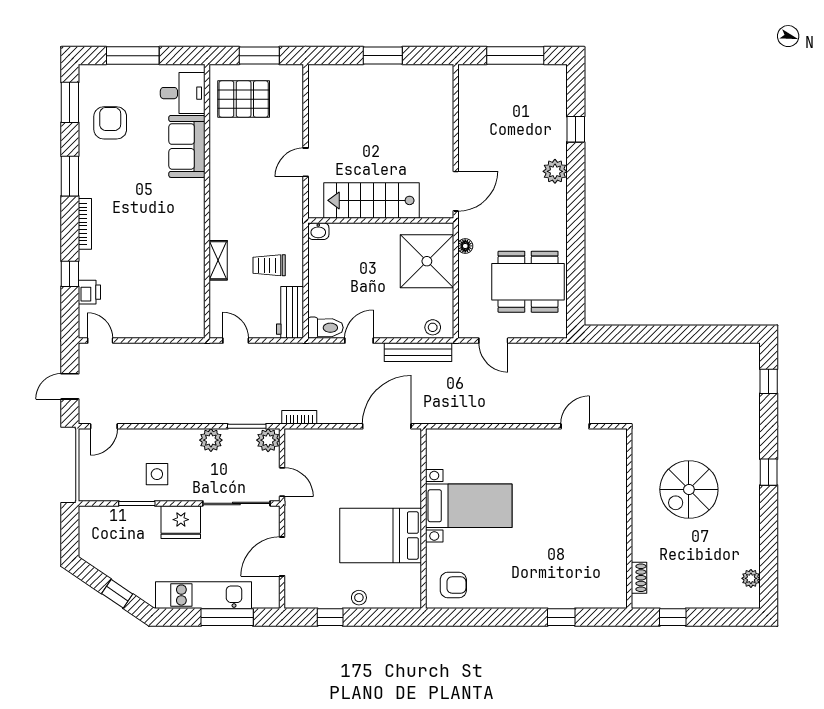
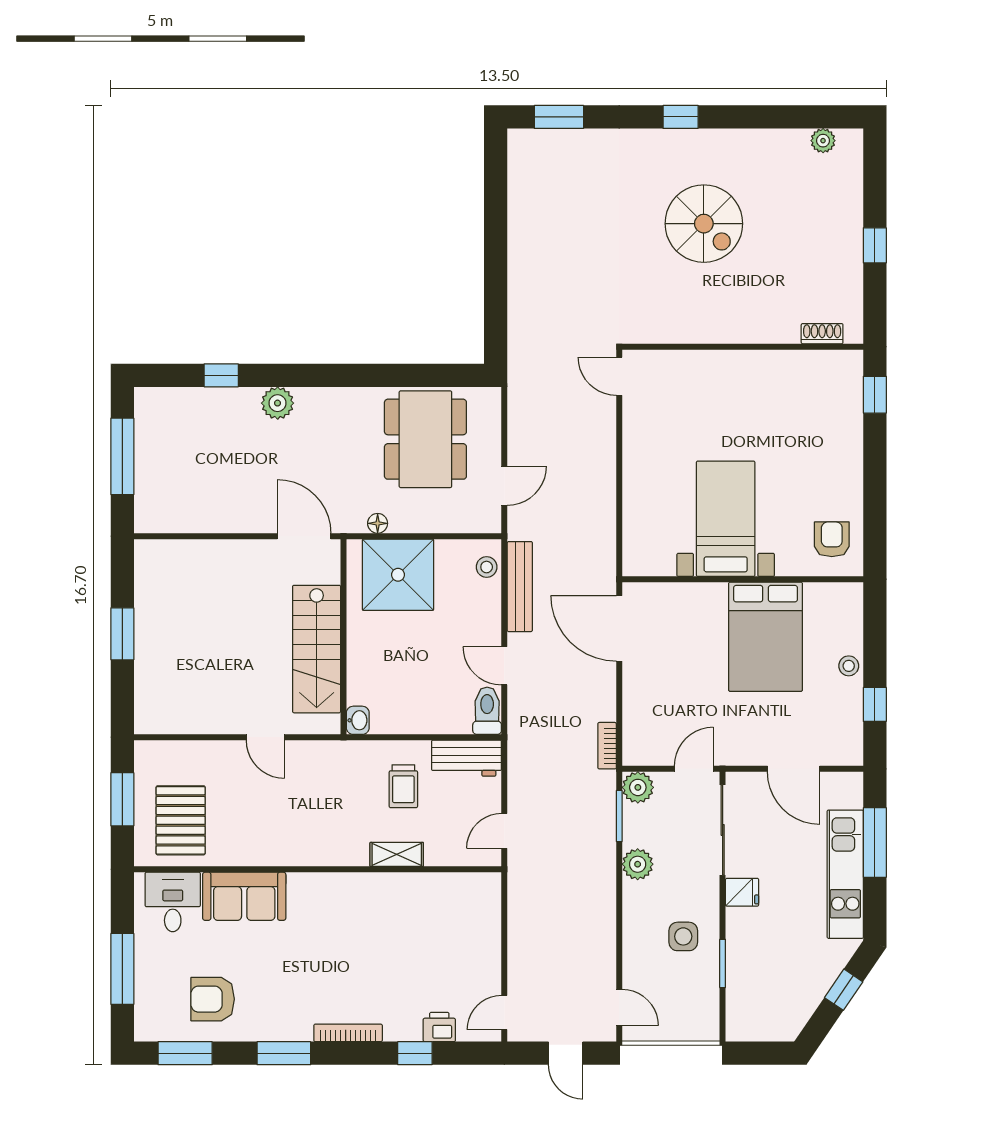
window: (769, 381) -> (559, 117), width x1.50
wall: (629, 518) -> (743, 347), moved
fridge: (181, 522) -> (742, 892), width x0.53, depth x0.75
shoe rack: (639, 578) -> (822, 334), moved

